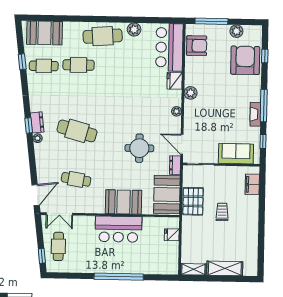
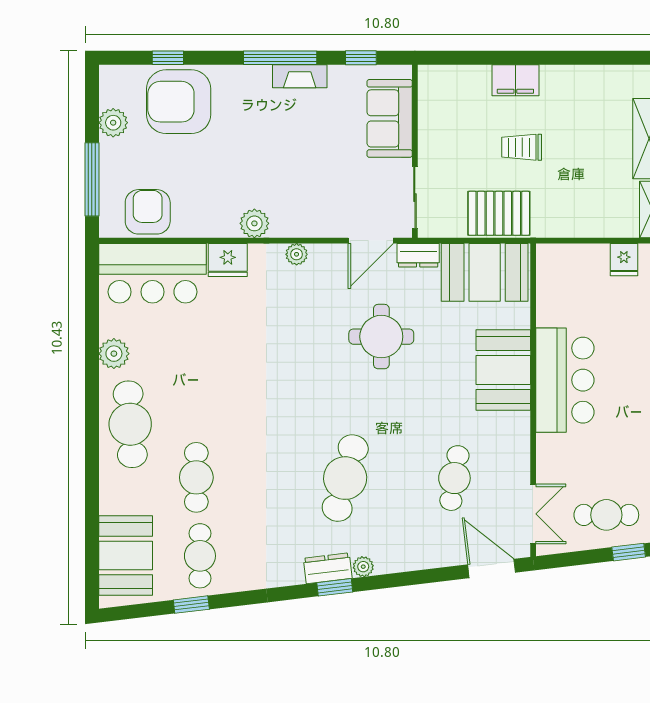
filing cabinet: (252, 184) -> (515, 80), moved
fridge: (172, 235) -> (624, 260), moved

